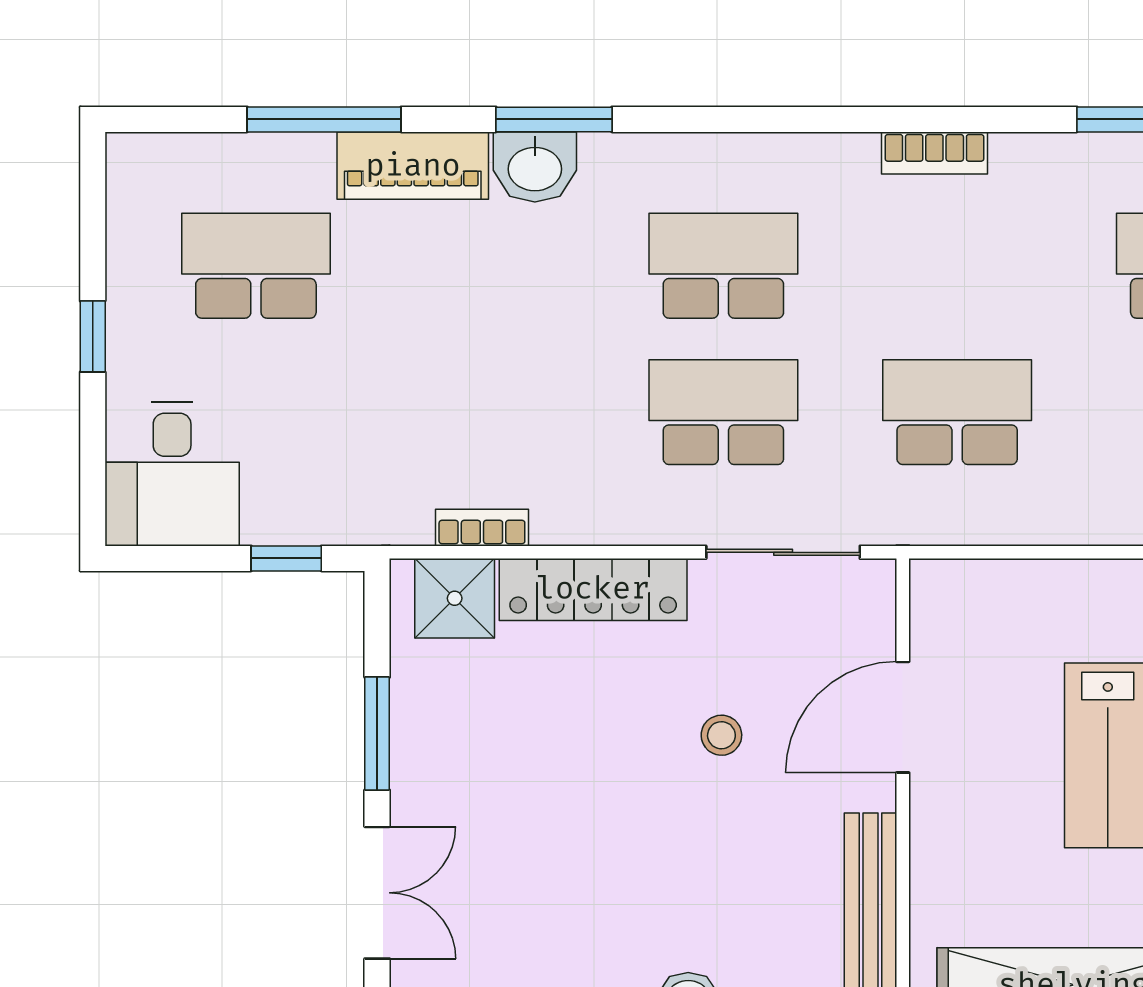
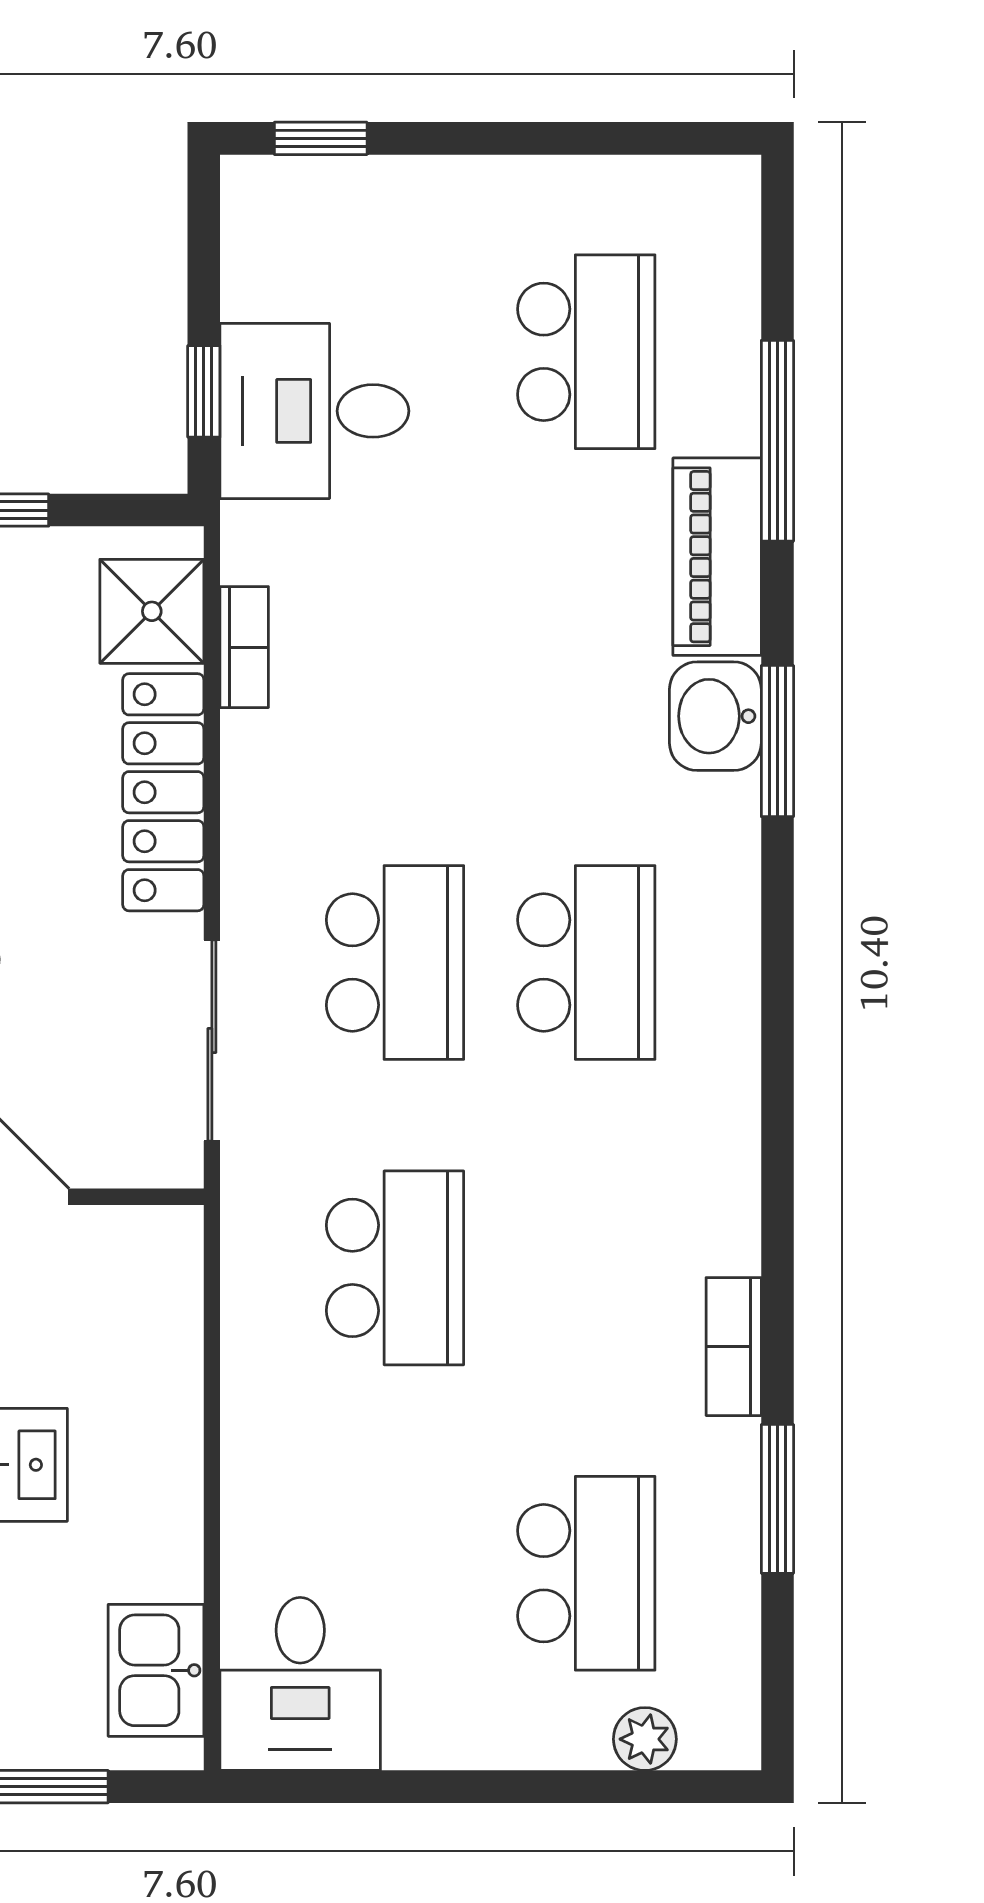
bookcase: (934, 153) -> (734, 1347), moved
window: (93, 336) -> (321, 138), moved
desk: (172, 474) -> (314, 411), moved

